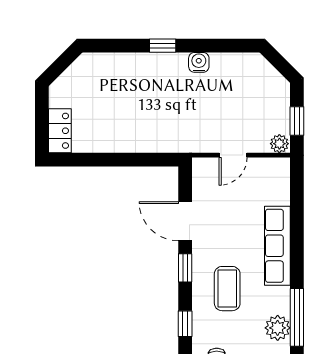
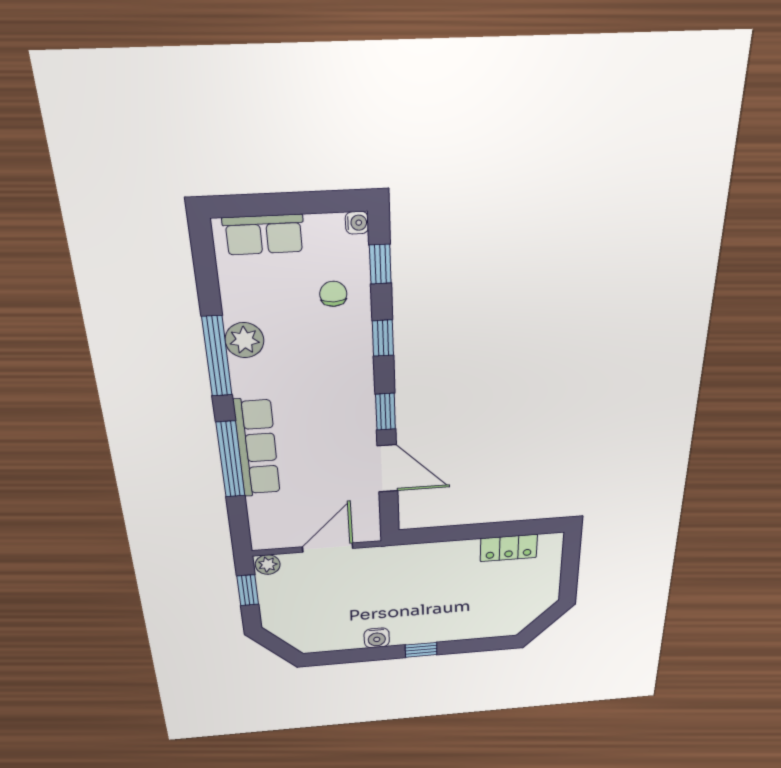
locker: (60, 131) -> (509, 548), moved, turned -90
door: (233, 155) -> (328, 548), width x1.37
window: (297, 238) -> (231, 460), added
coffee table: (227, 289) -> (324, 389), removed

